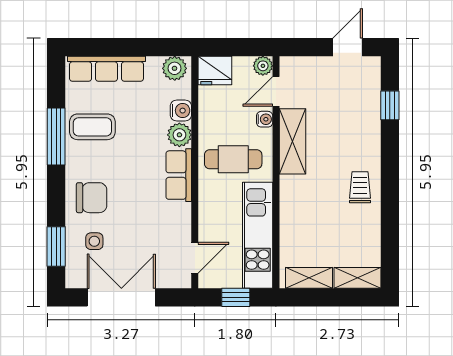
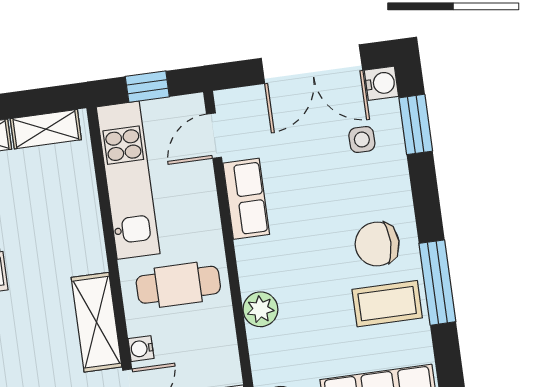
water cooler: (181, 111) -> (381, 83), moved, turned 180
row of seats: (179, 175) -> (246, 199), moved
chair: (92, 198) -> (377, 244), moved

